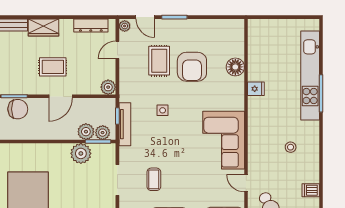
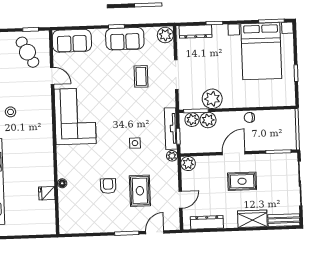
door: (145, 17) -> (155, 232), hinge flipped
plant: (125, 26) -> (172, 156), moved
armchair: (192, 67) -> (108, 186), width x0.53, depth x0.53
floor lamp: (235, 67) -> (62, 183), width x0.53, depth x0.53
fridge: (256, 89) -> (47, 193), moved
chair: (18, 109) -> (249, 117), moved, width x0.54, depth x0.54

